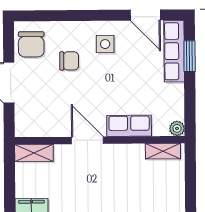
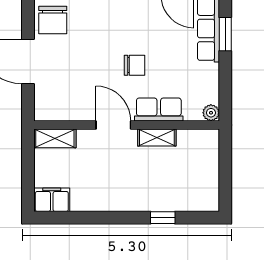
side table: (105, 44) -> (133, 20), removed
chair: (69, 61) -> (135, 65), moved
shelving: (163, 151) -> (157, 137), moved

